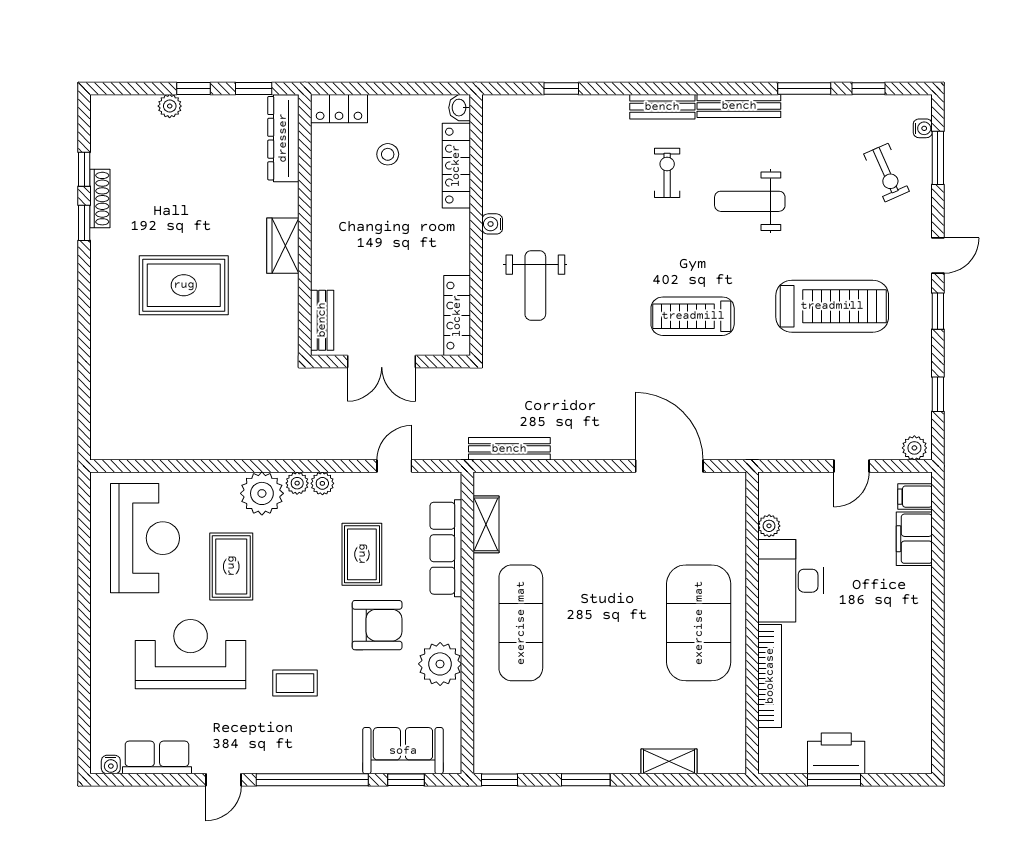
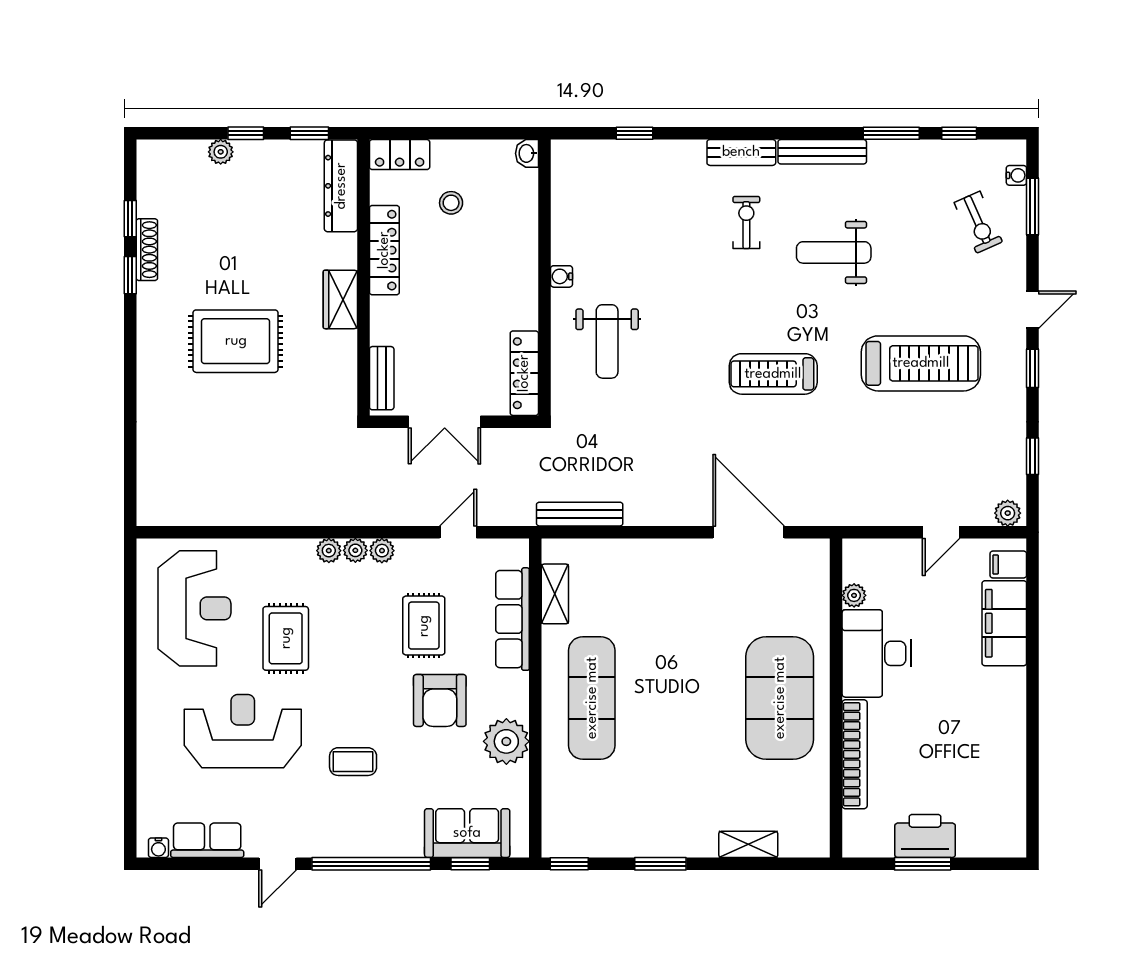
locker: (456, 166) -> (384, 250), moved, turned 180
plant: (262, 493) -> (329, 551), width x0.53, depth x0.53
filing cabinet: (914, 539) -> (1004, 623), width x1.50, depth x1.17
armchair: (377, 625) -> (440, 700), turned 90

